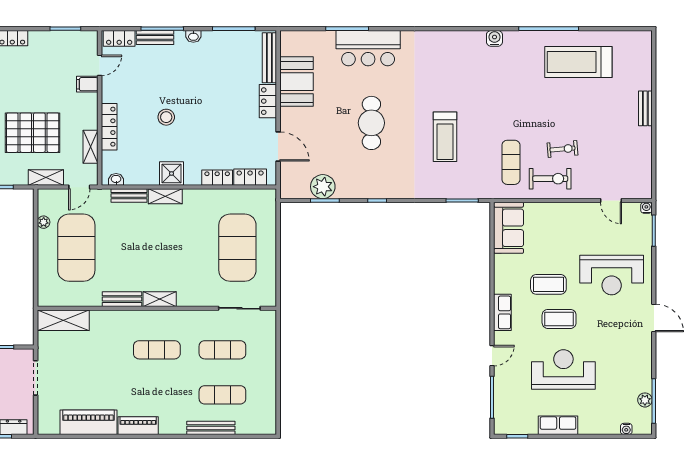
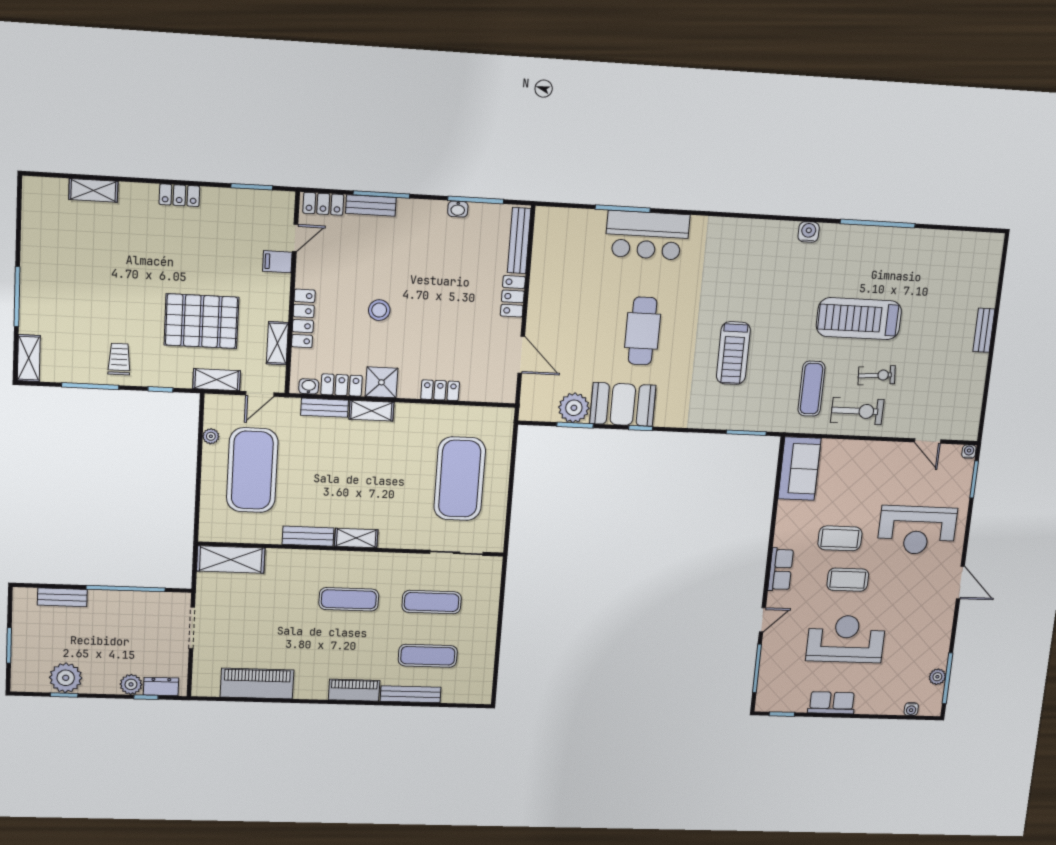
washbasin: (193, 36) -> (458, 209), moved
treadmill: (578, 62) -> (859, 319), moved
booth: (297, 82) -> (623, 404), moved, turned 90
locker: (250, 177) -> (342, 385), moved
piano: (138, 426) -> (354, 690), moved

